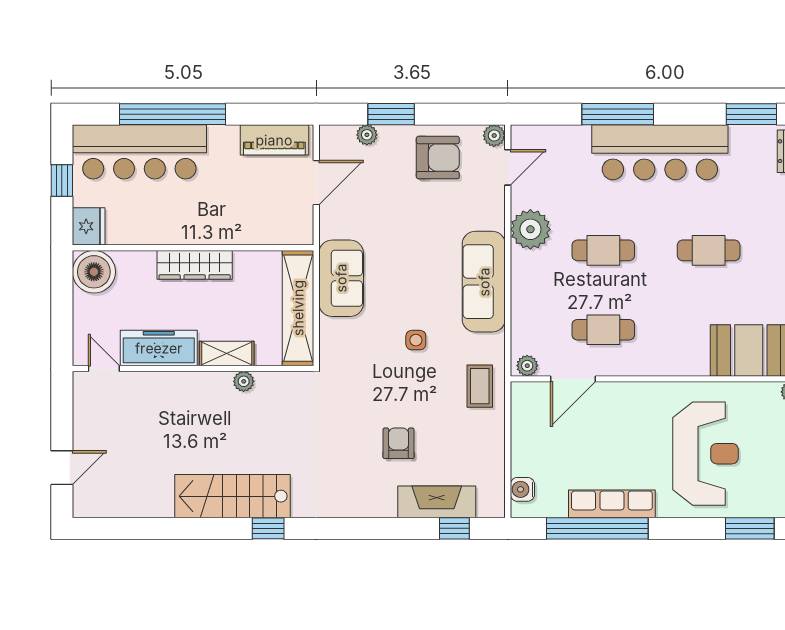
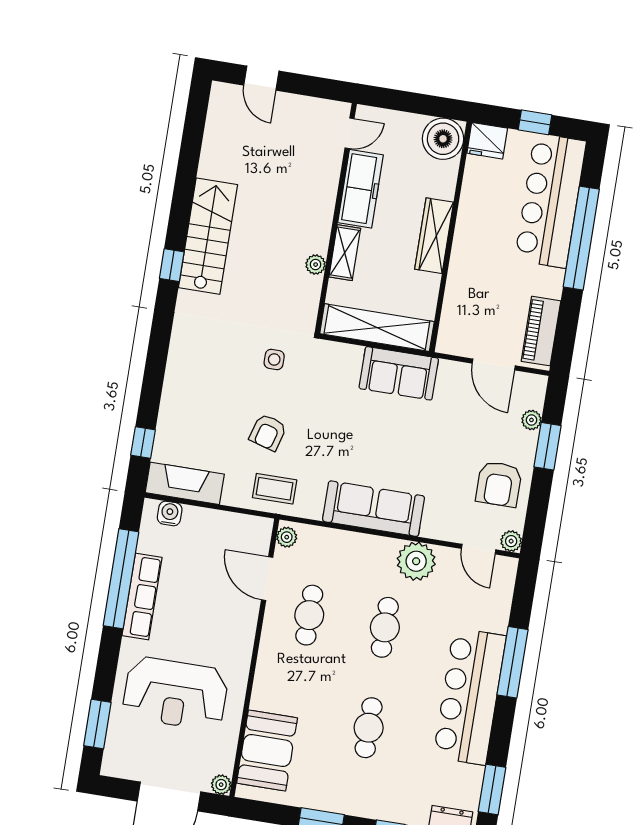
side table: (416, 340) -> (274, 359), moved
armchair: (399, 443) -> (268, 432), moved, turned 106
fireplace: (437, 502) -> (185, 483), moved, turned -90

